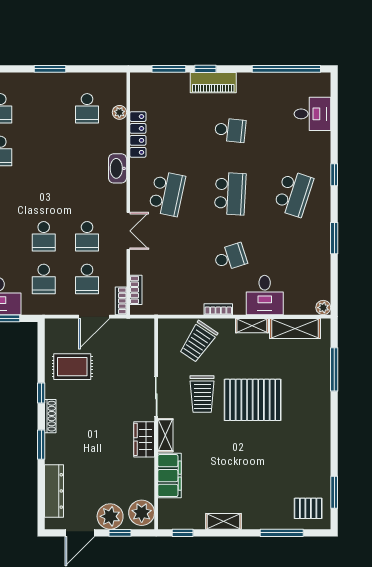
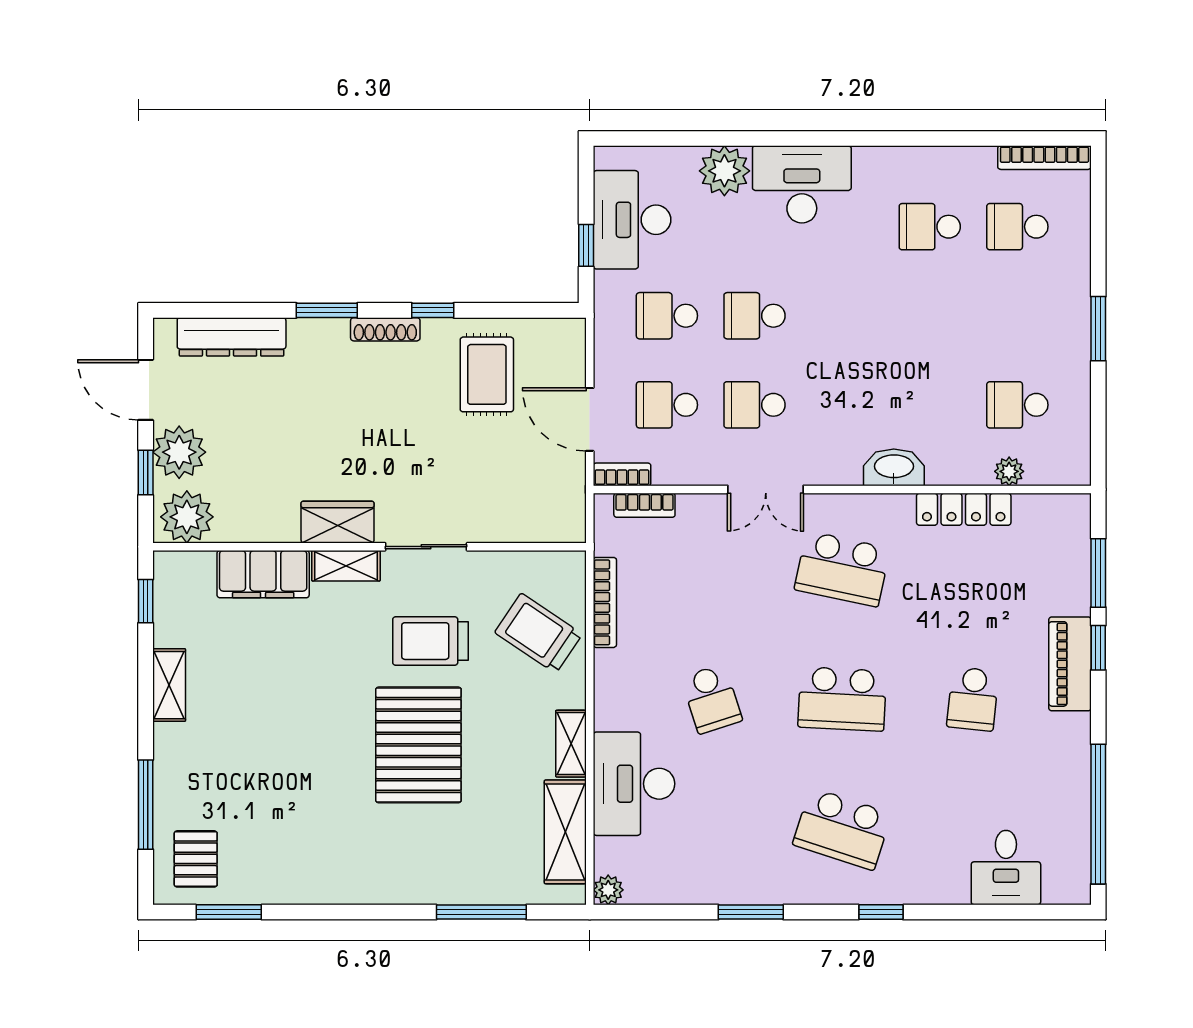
desk: (265, 295) -> (634, 784), width x1.37
bookcase: (218, 309) -> (605, 602), moved, width x1.56

